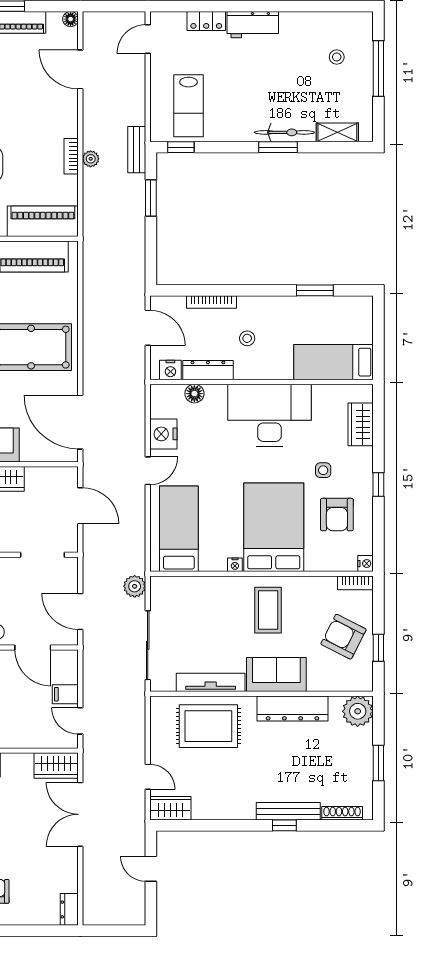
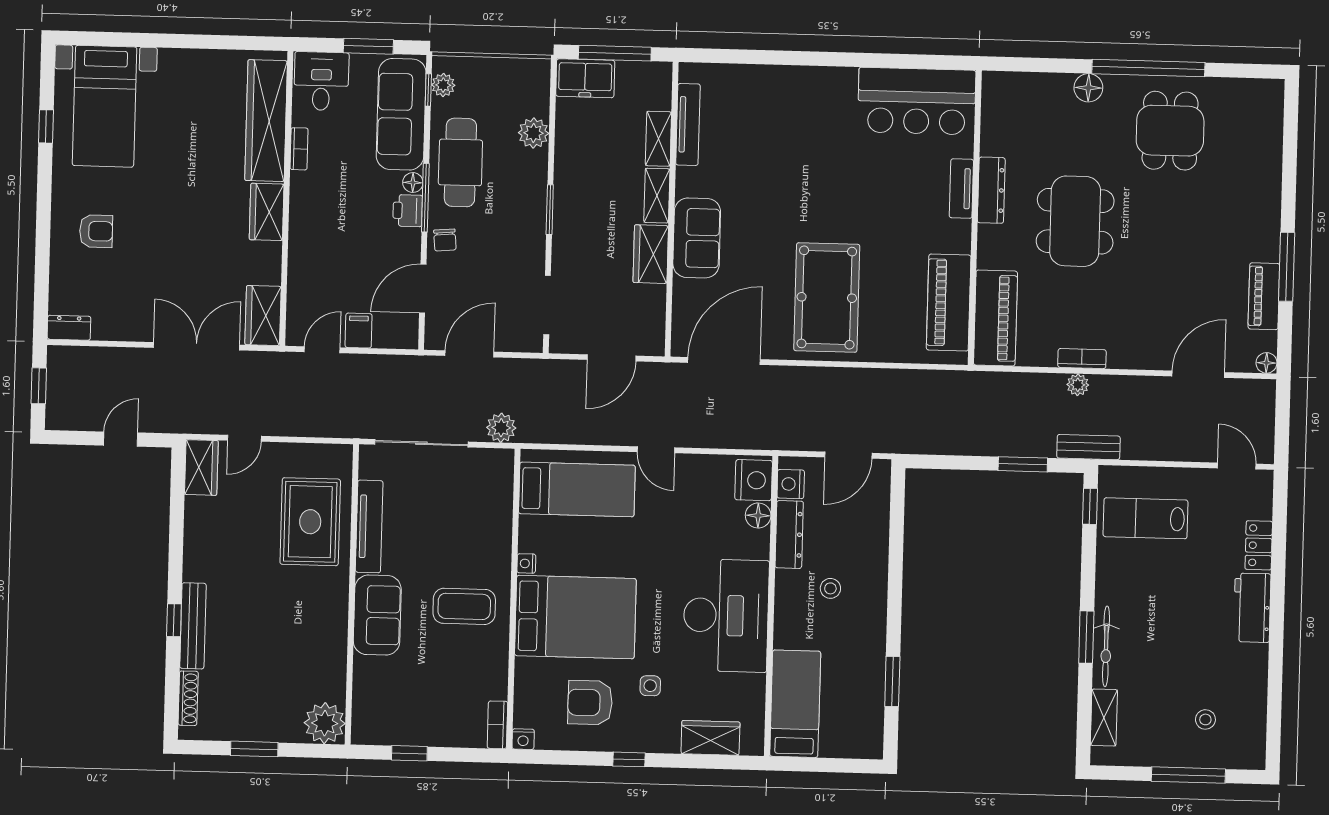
bookcase: (211, 302) -> (881, 542), removed
nightstand: (163, 434) -> (754, 480), moved, turned 90
armchair: (344, 637) -> (426, 707), removed
dresser: (292, 708) -> (331, 636), removed
window: (113, 931) -> (39, 386), added

